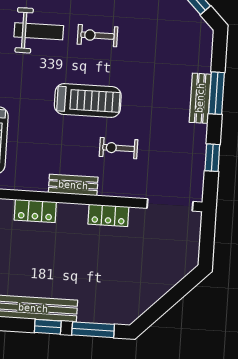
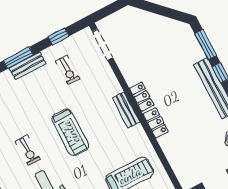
treadmill: (88, 100) -> (70, 132), turned 180
exercise bike: (119, 148) -> (67, 70), moved
locker: (108, 215) -> (142, 97), moved

